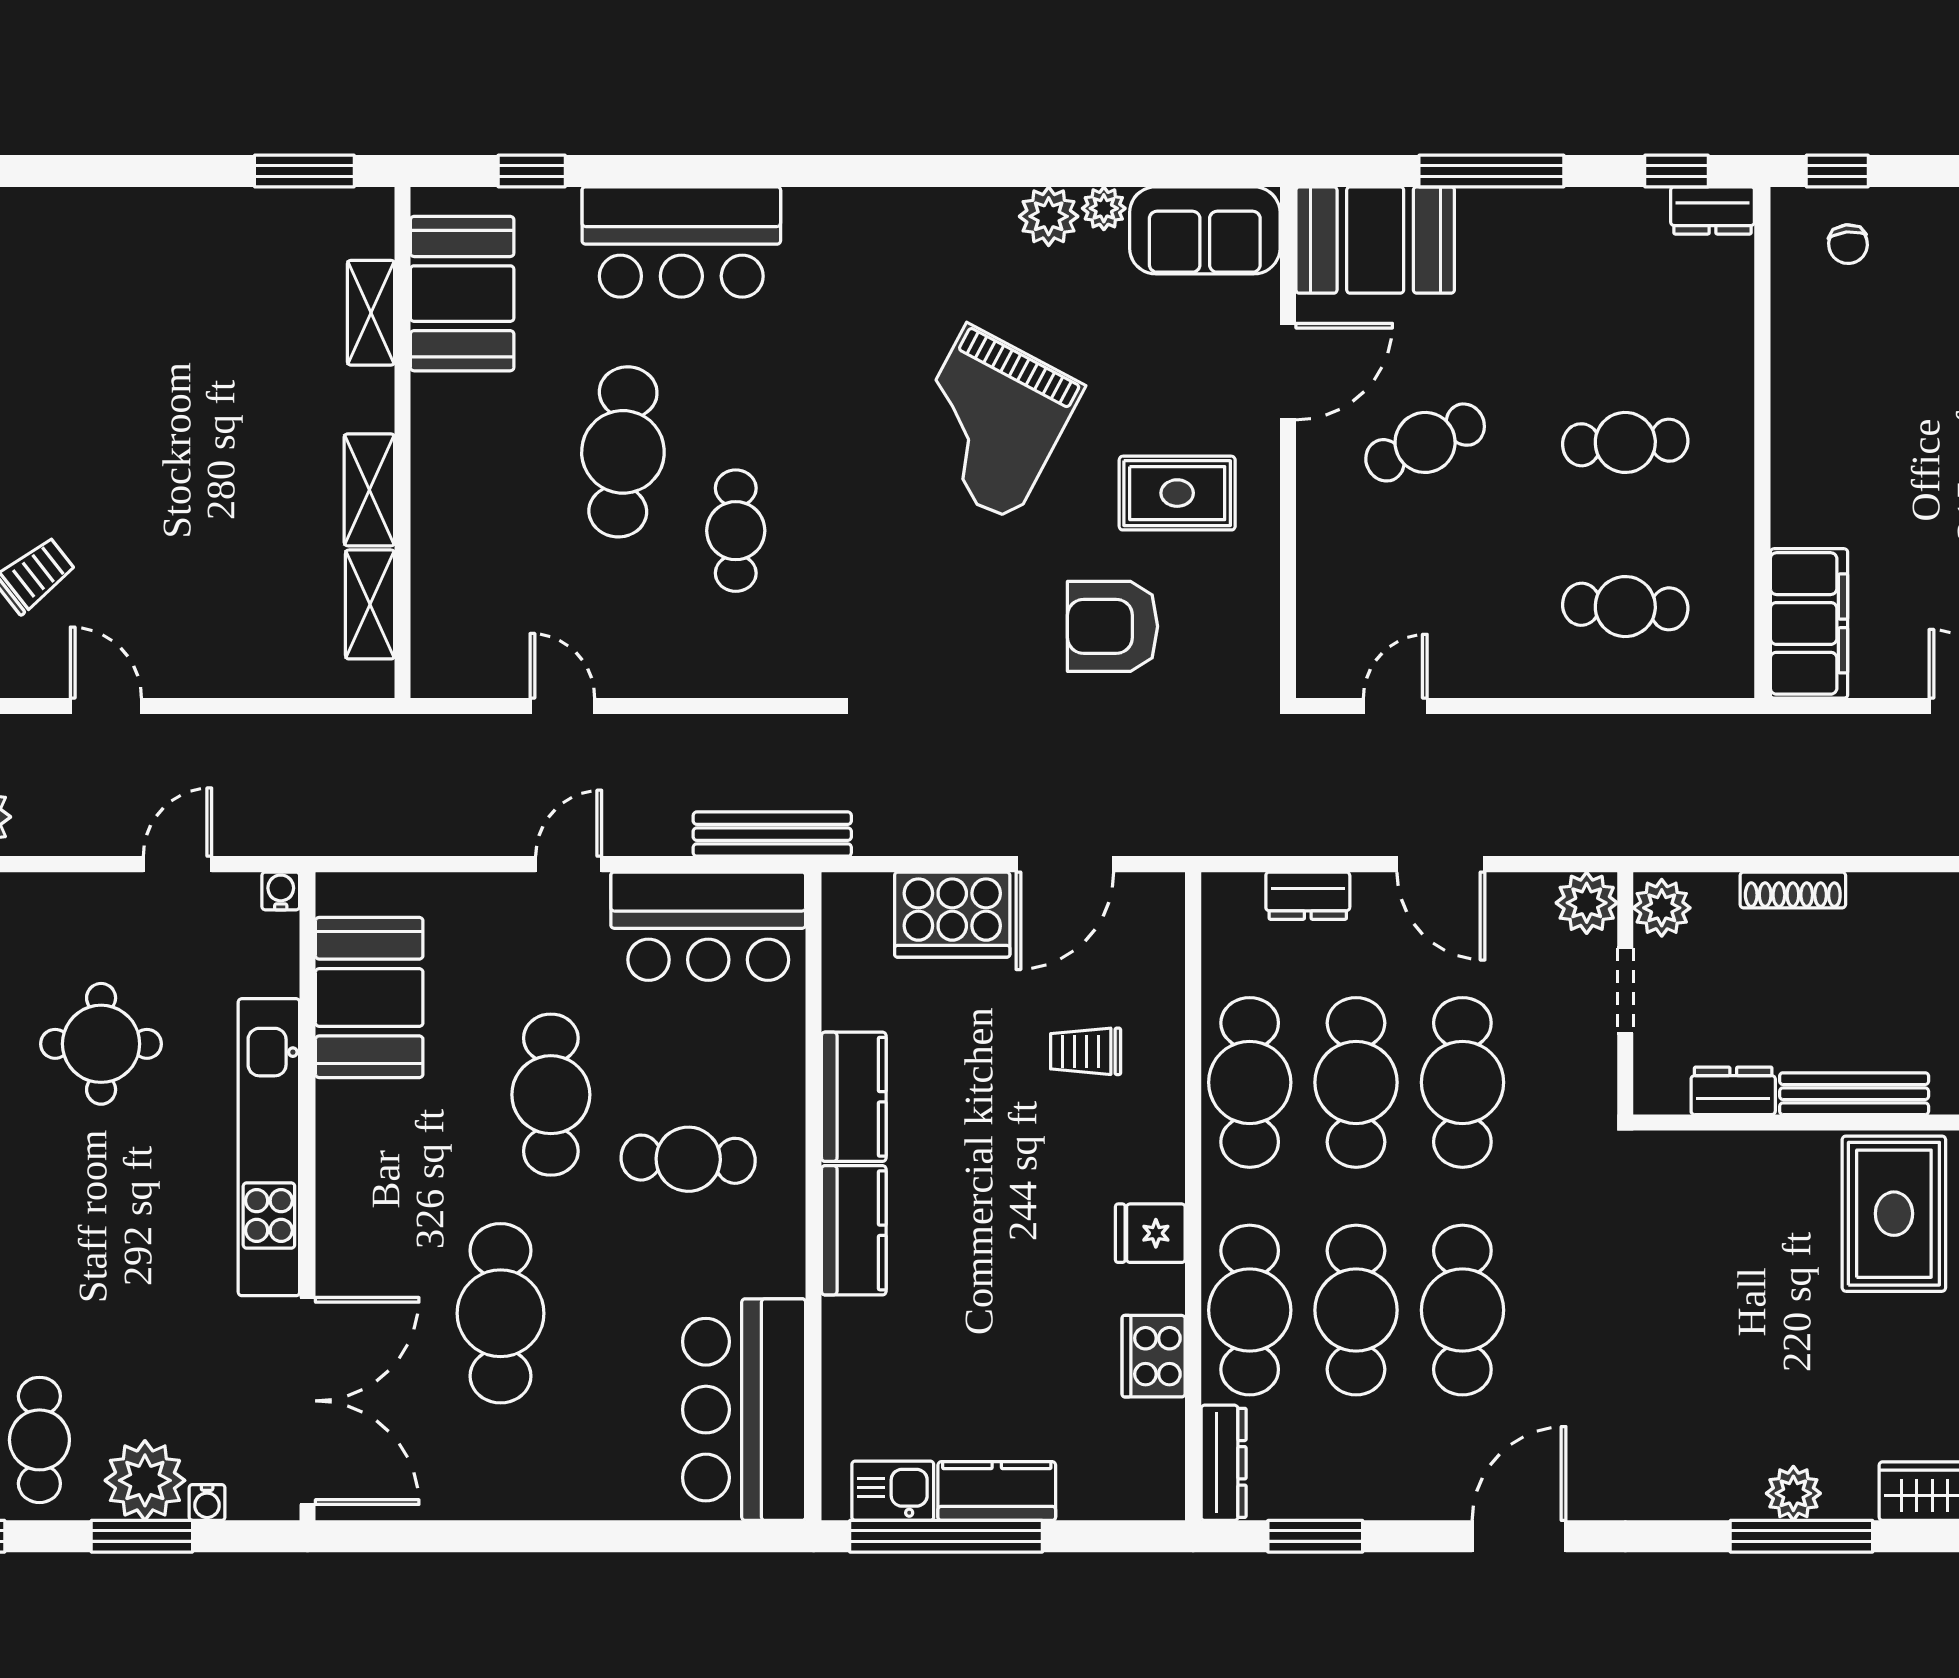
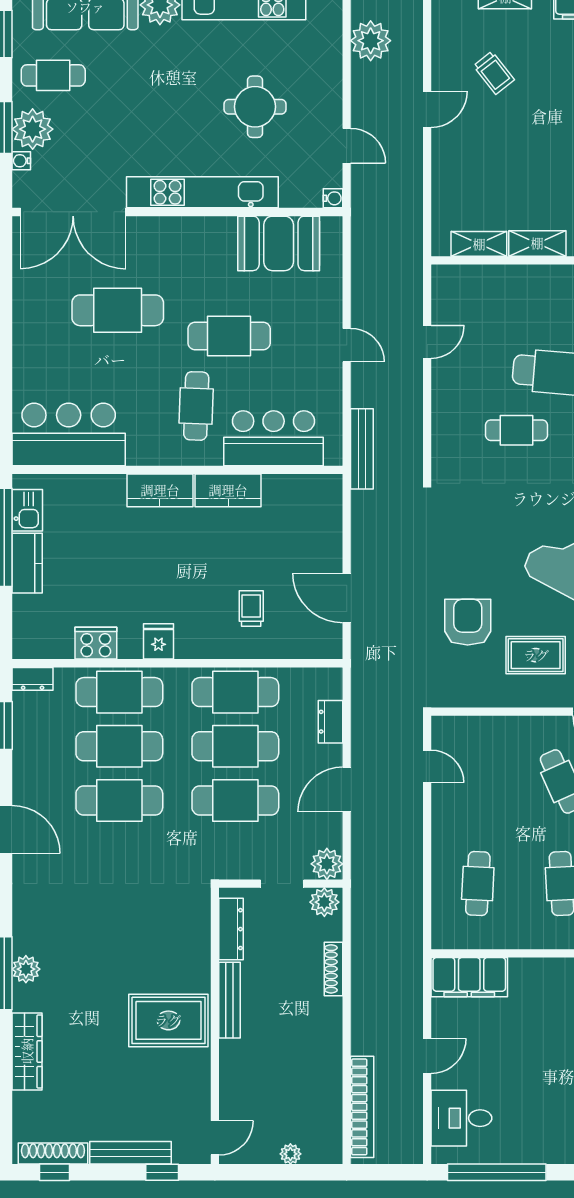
rug: (1177, 493) -> (536, 655), turned 90
cooker: (952, 915) -> (321, 541), removed
bar counter: (708, 926) -> (274, 438), moved, turned 90
dresser: (1733, 1091) -> (231, 929), width x1.44
dresser: (1224, 1463) -> (33, 679), width x0.70

